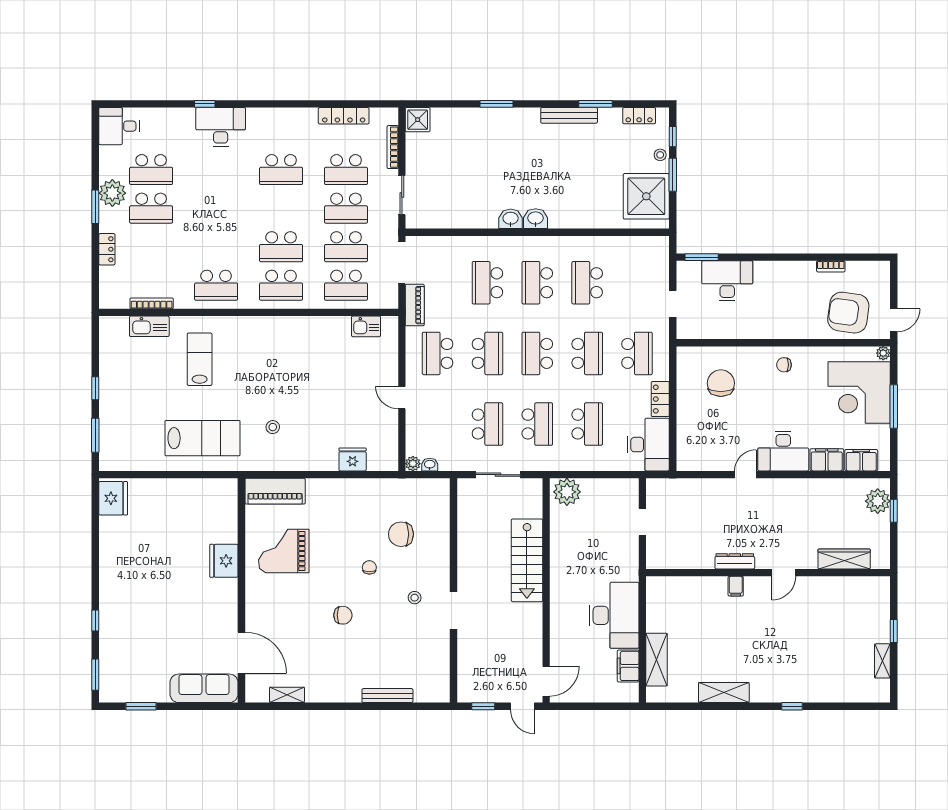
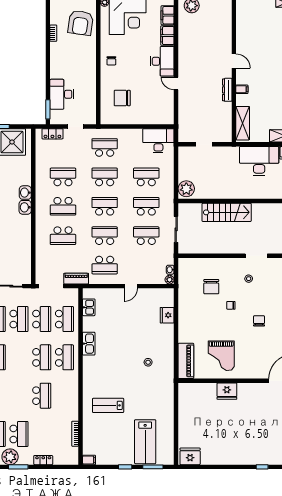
washbasin: (511, 219) -> (25, 193), moved
school desk: (587, 283) -> (63, 177), turned 180
school desk: (216, 285) -> (42, 396), moved
kitchen sink: (149, 326) -> (89, 344), moved
filing cabinet: (107, 327) -> (89, 460), added
school desk: (537, 353) -> (105, 206), turned 180
locker: (660, 399) -> (52, 134), moved
lab bench: (202, 438) -> (145, 442), moved, turned 180
wardrobe: (844, 559) -> (226, 25), removed
shelving: (678, 588) -> (243, 123), added

